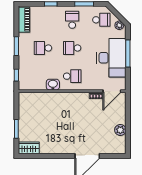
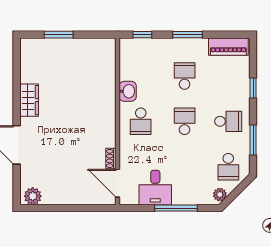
desk: (111, 58) -> (155, 188), width x0.53, depth x0.77
plant: (120, 130) -> (33, 196), moved
wardrobe: (29, 148) -> (29, 100), moved

